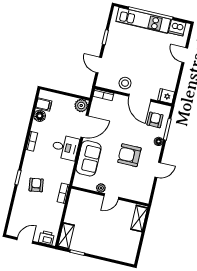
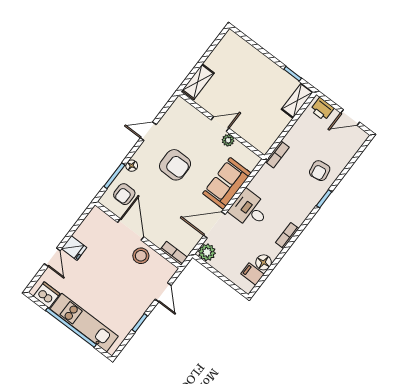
fridge: (166, 96) -> (74, 248), moved
armchair: (36, 185) -> (320, 171), moved

